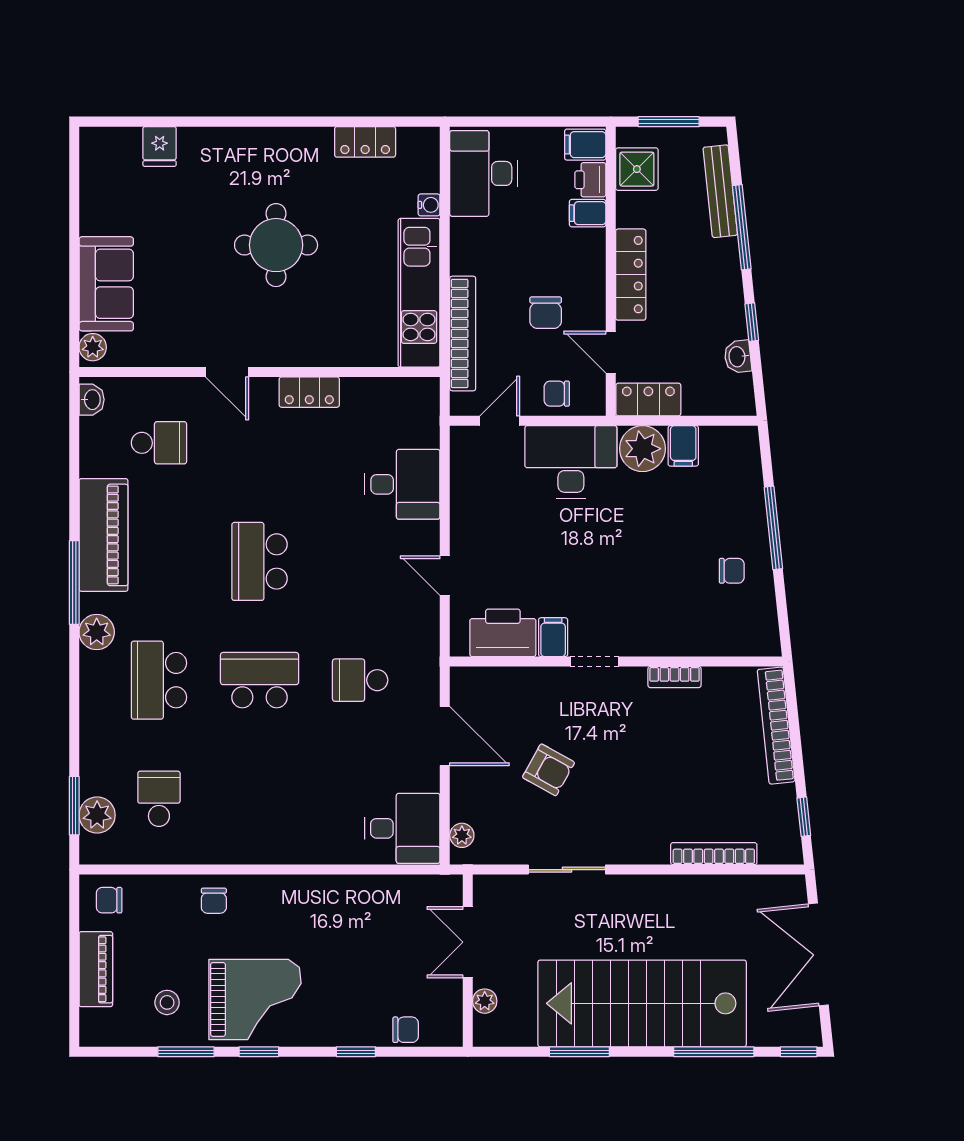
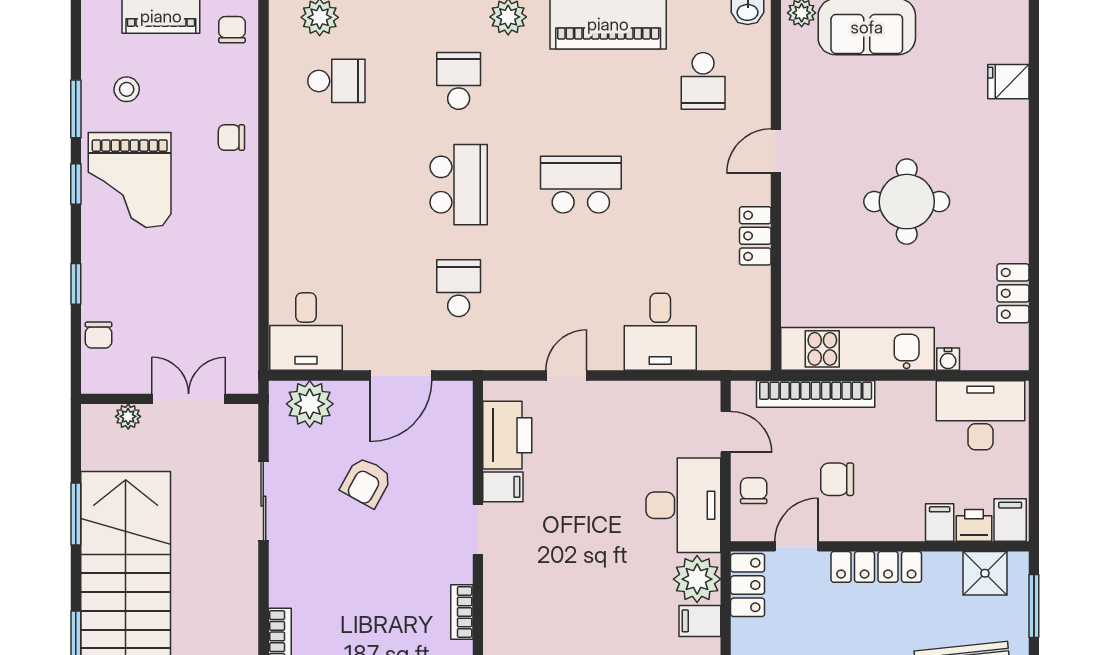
school desk: (159, 680) -> (459, 81), width x0.54
plant: (462, 835) -> (310, 404), width x1.88, depth x1.88

